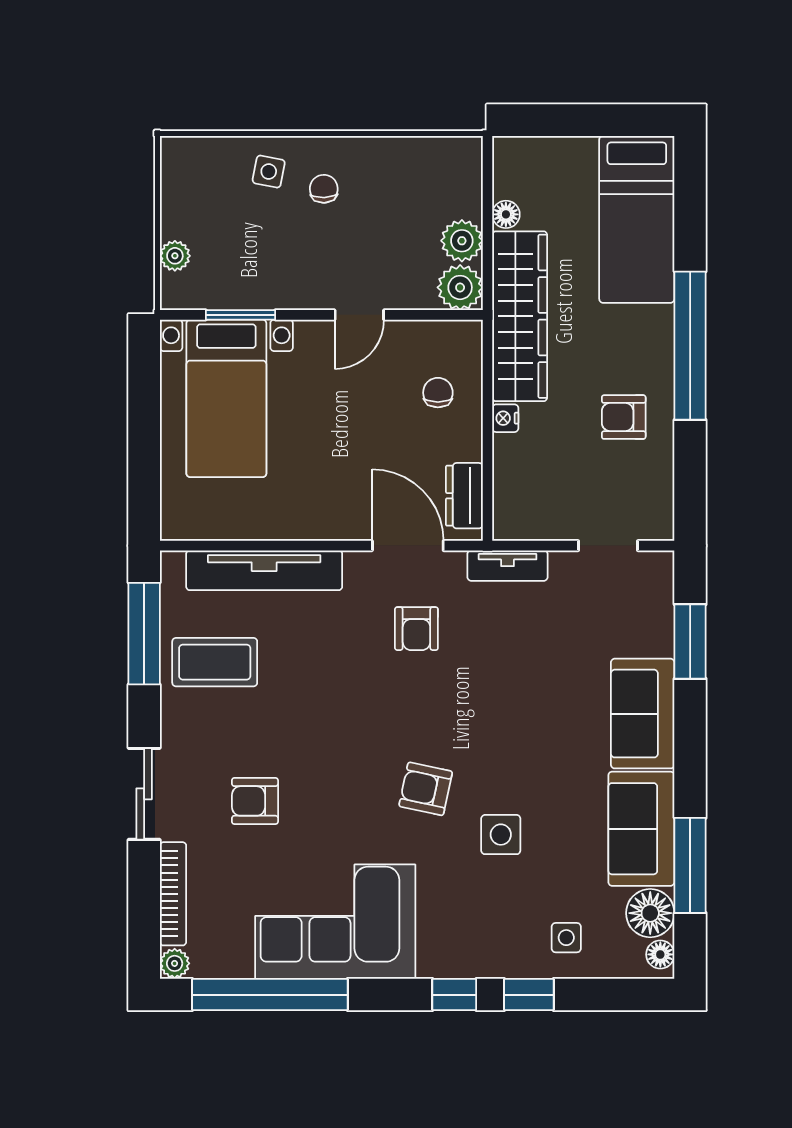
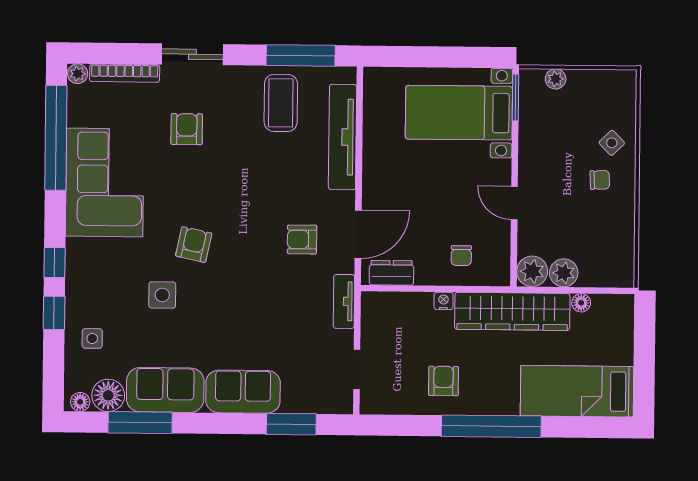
side table: (269, 172) -> (612, 143), turned 35
window: (240, 315) -> (515, 97), moved
chair: (438, 393) -> (461, 256), turned 90

